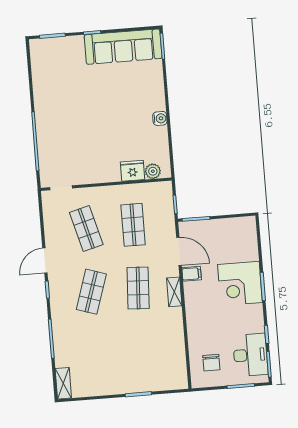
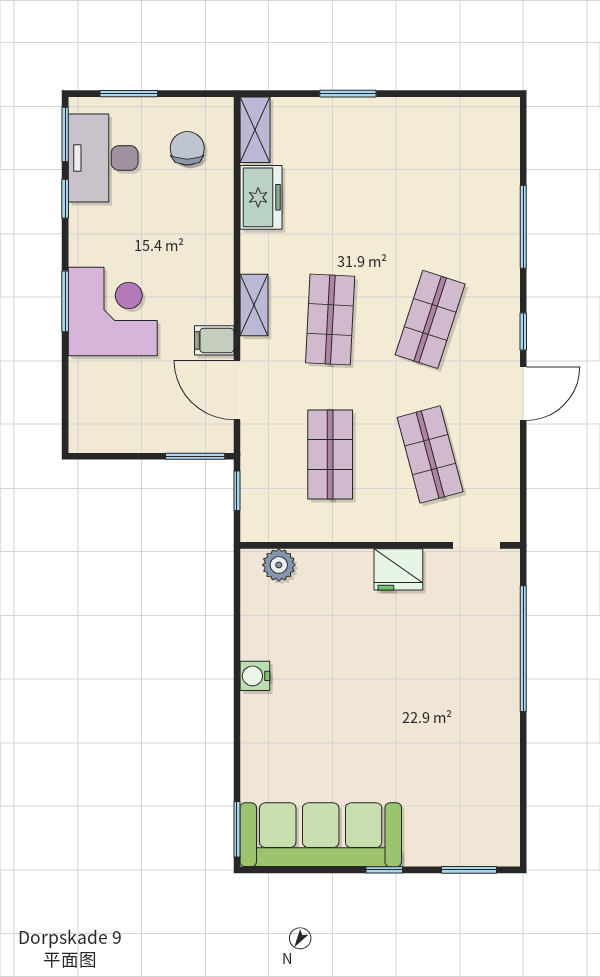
fridge: (133, 171) -> (398, 569), moved
freezer: (175, 342) -> (261, 197), added
shelving: (63, 383) -> (255, 130), moved

